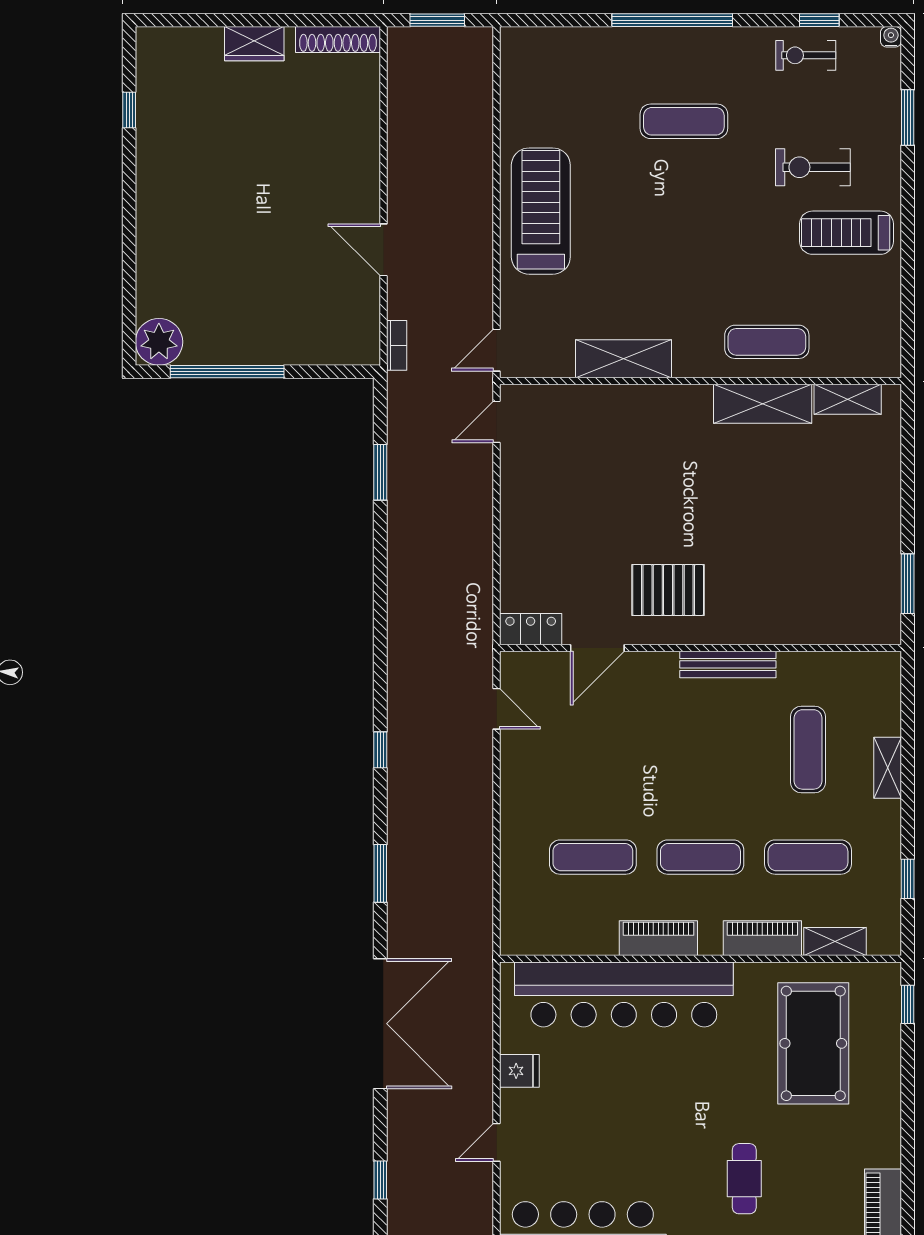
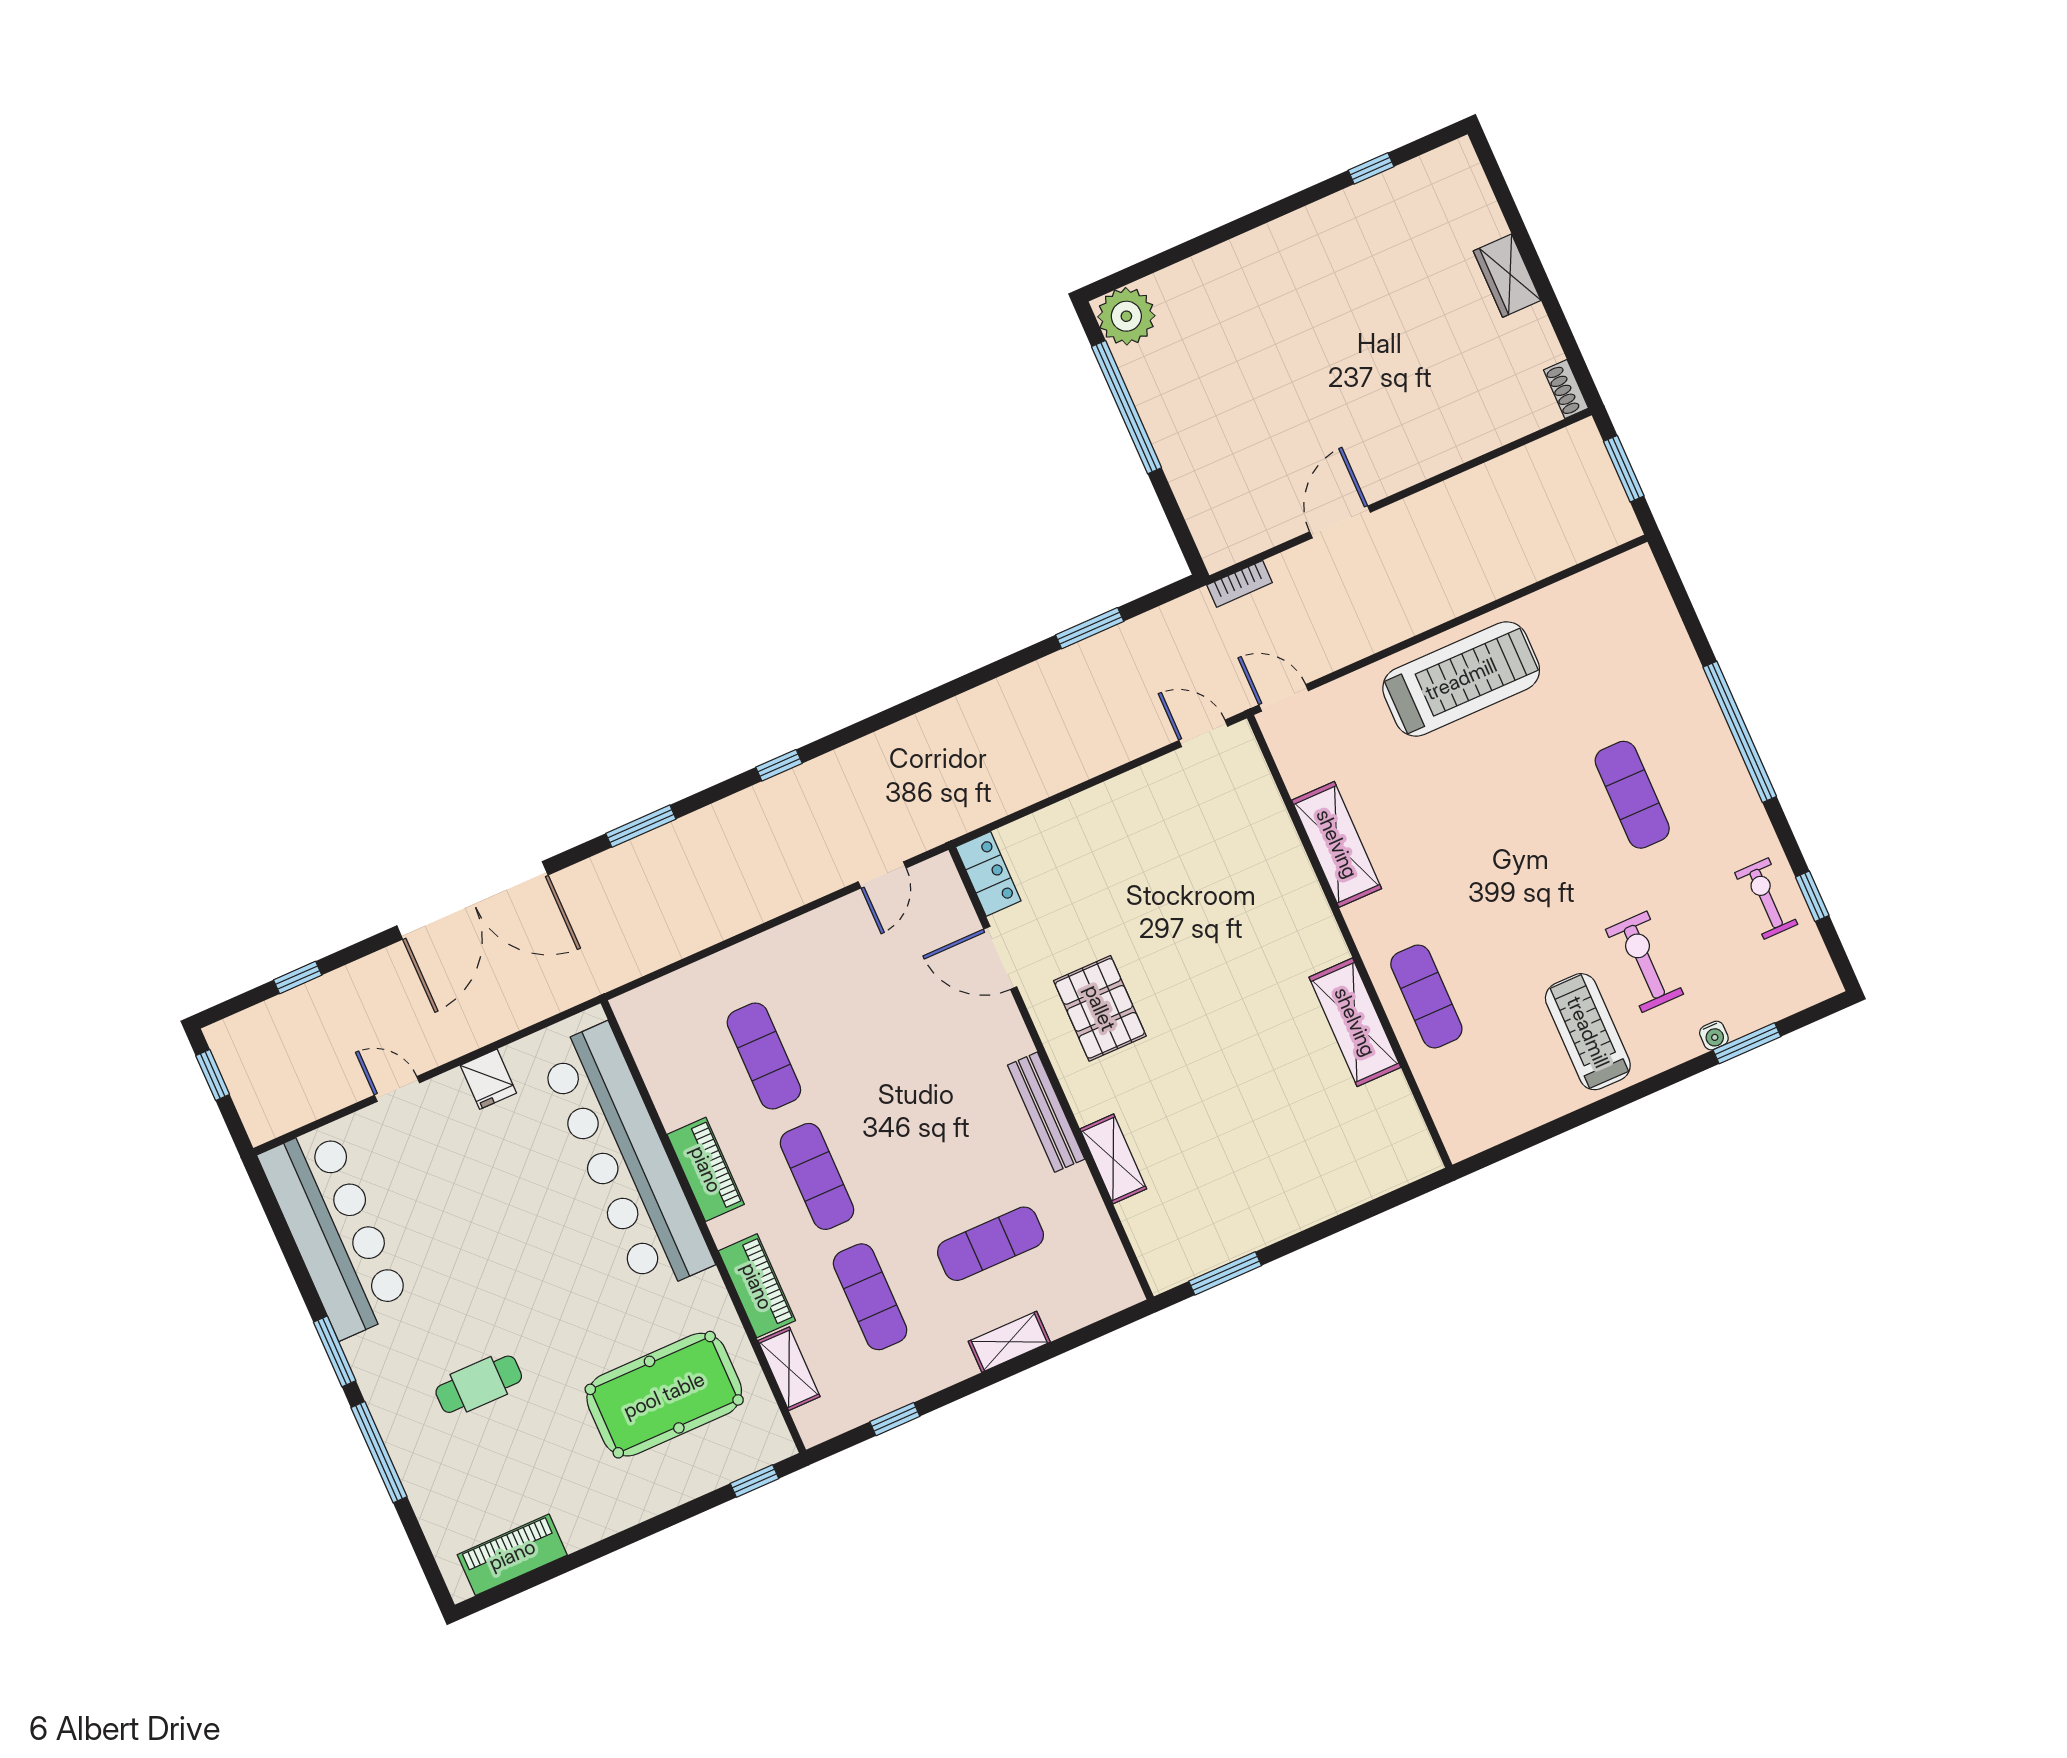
water cooler: (891, 37) -> (1714, 1036), moved, turned 90
shoe rack: (338, 39) -> (1566, 389), width x0.51, depth x0.81
shelving: (848, 399) -> (1113, 1159), moved

